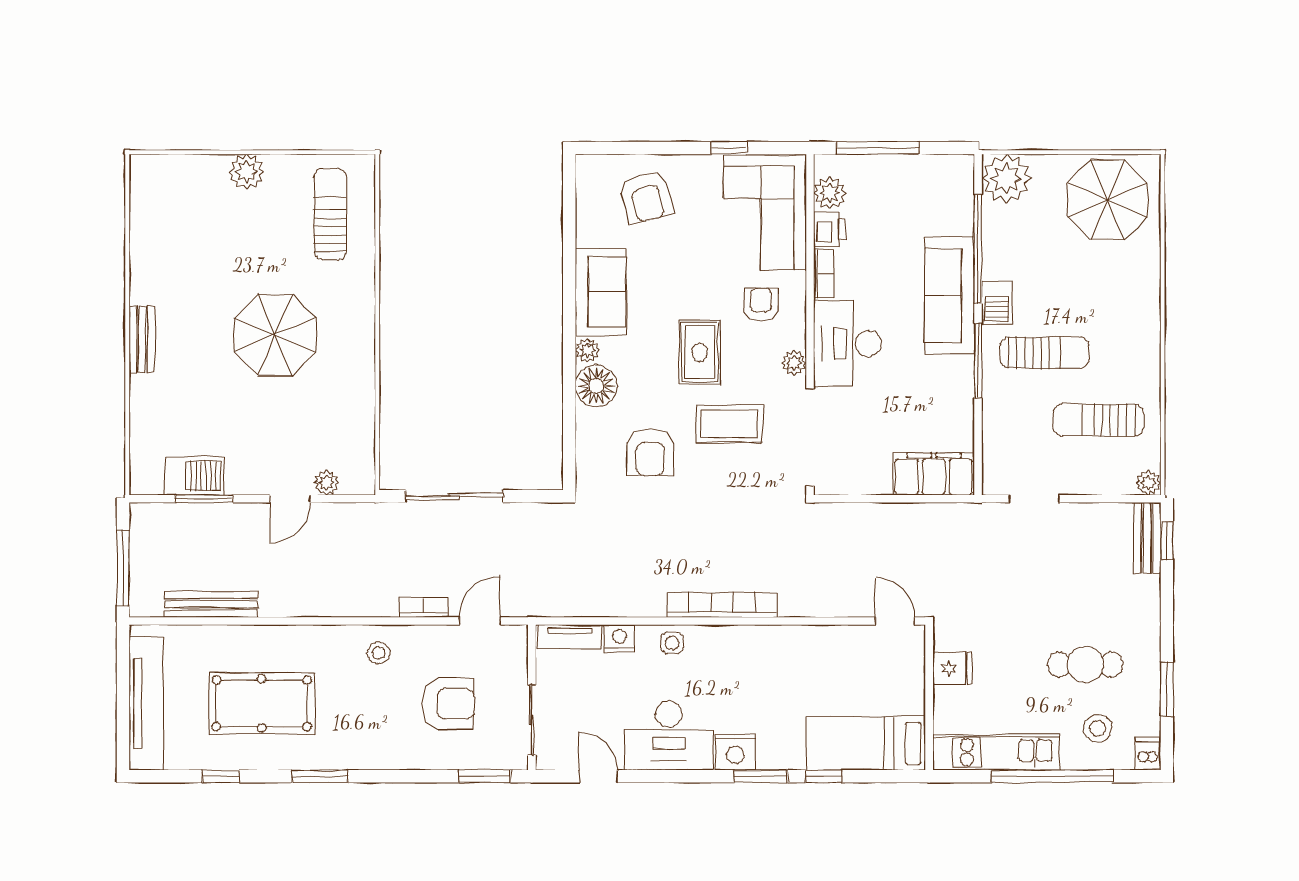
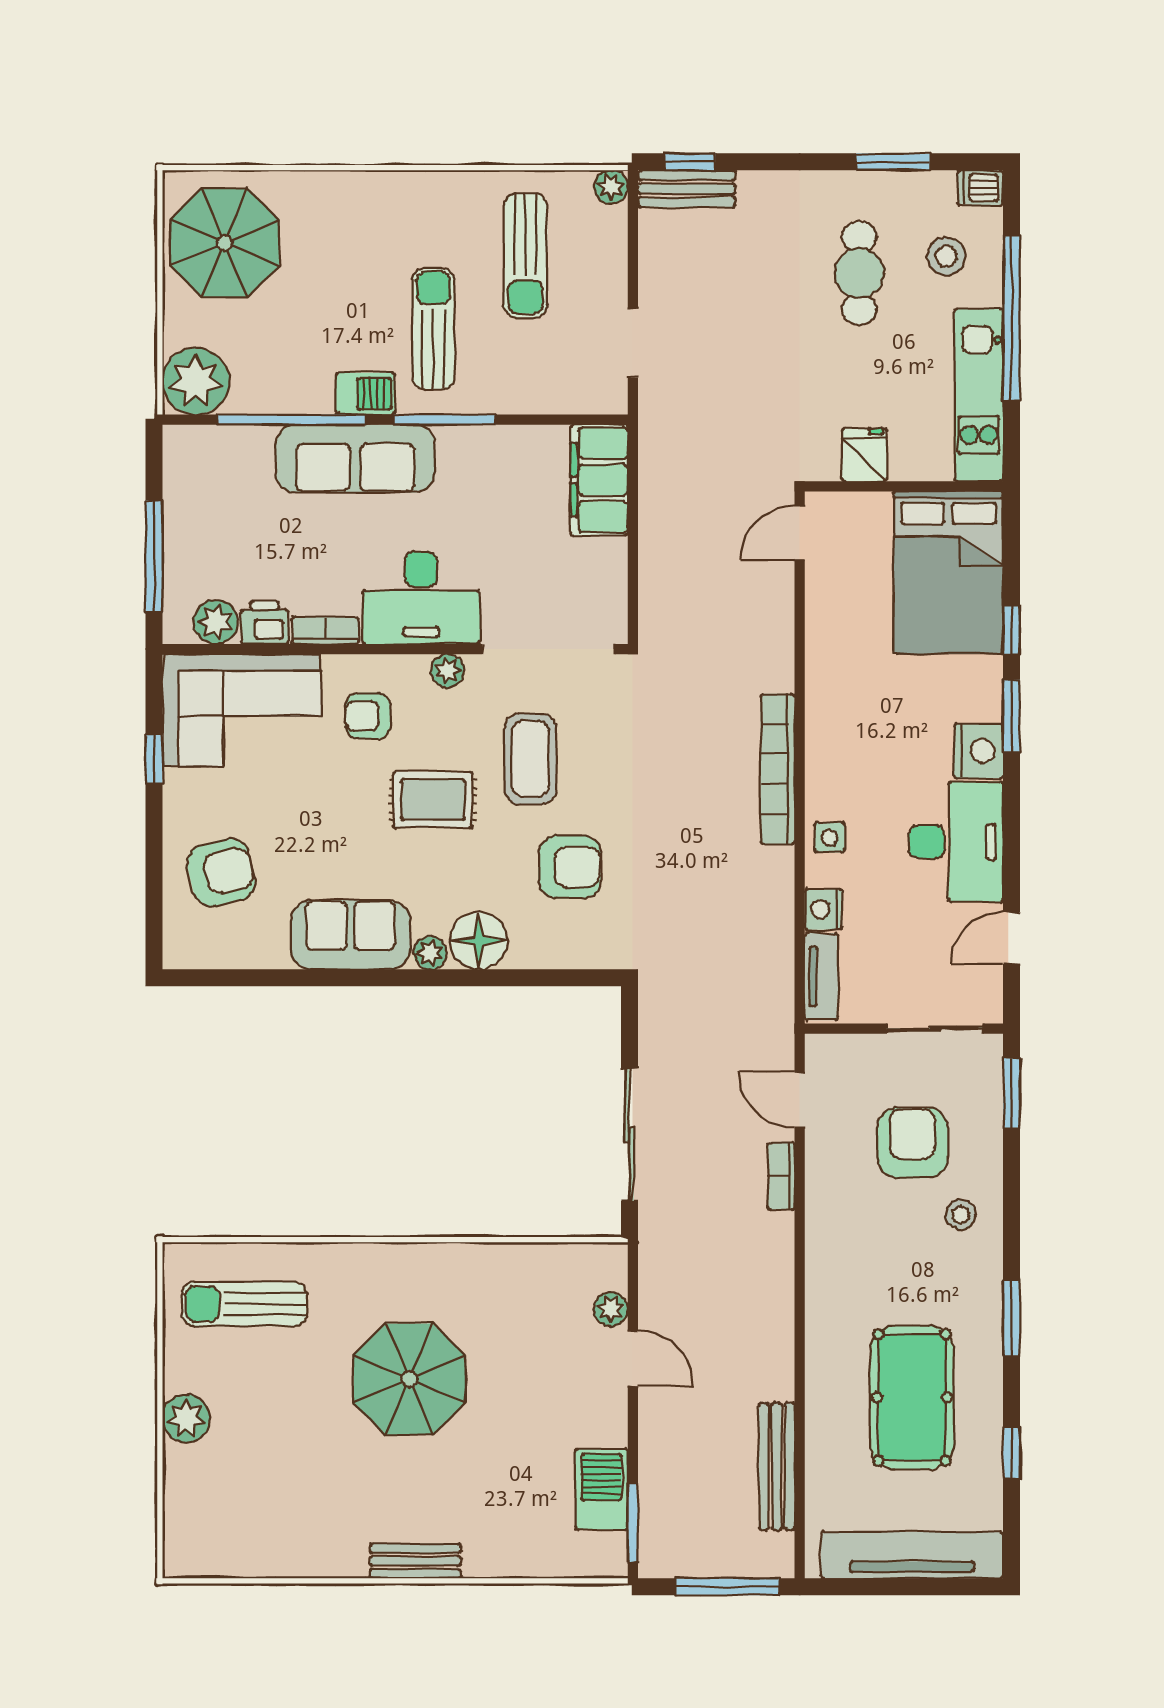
window: (204, 499) -> (633, 1523), moved
stool: (379, 653) -> (961, 1215), moved
bed: (866, 743) -> (948, 572), width x1.50

